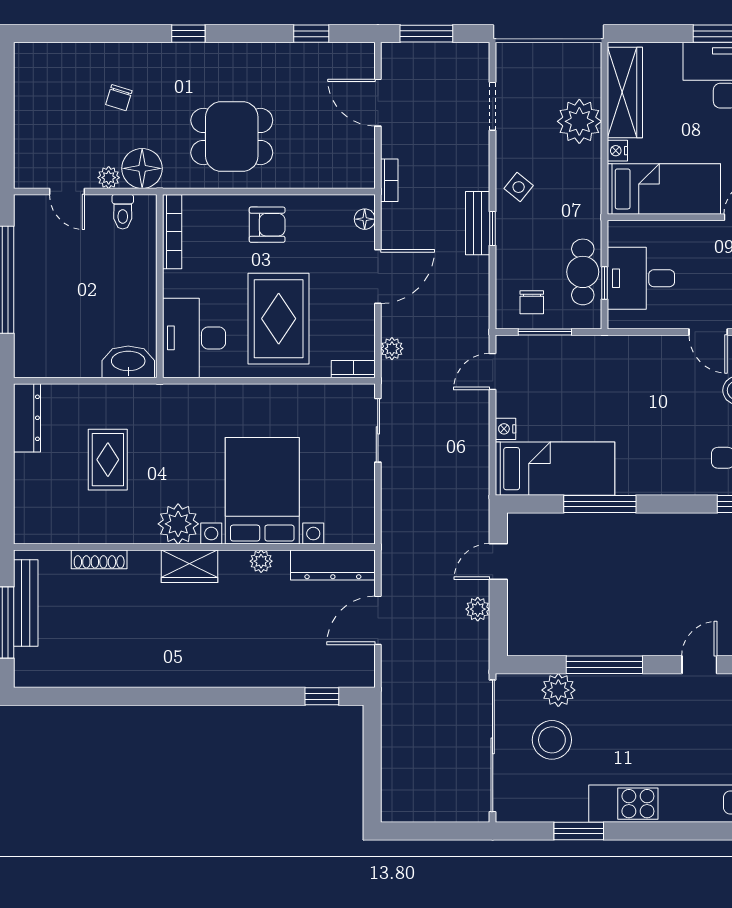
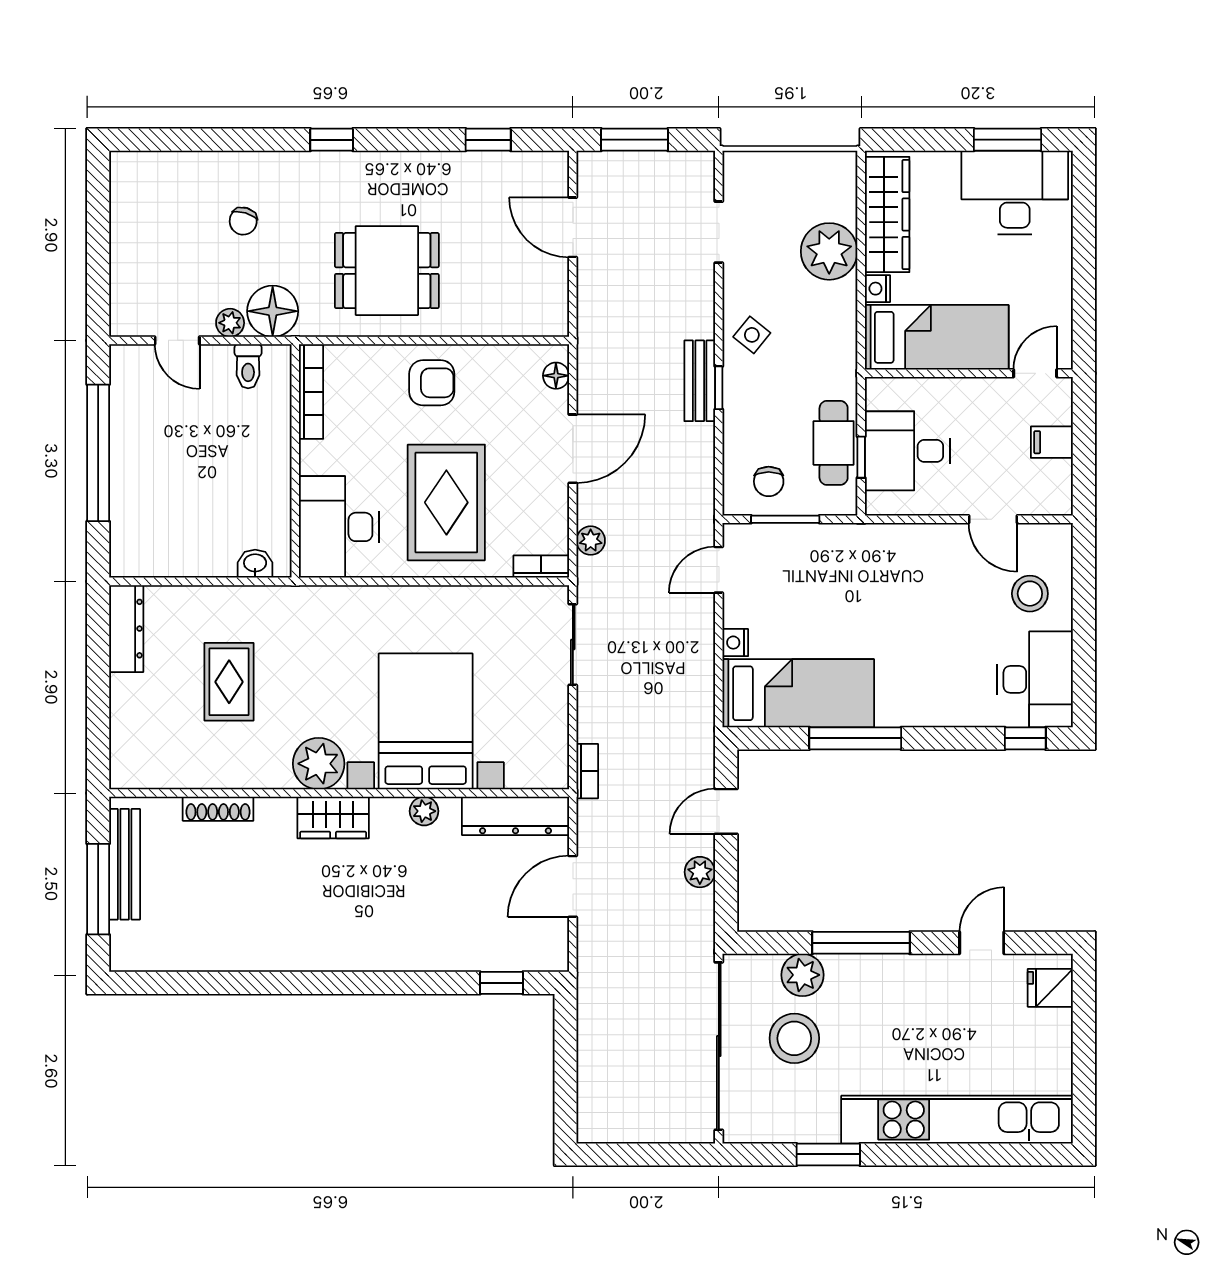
bookcase: (389, 180) -> (587, 771), moved
washbasin: (128, 362) -> (255, 564), width x0.52, depth x0.69

